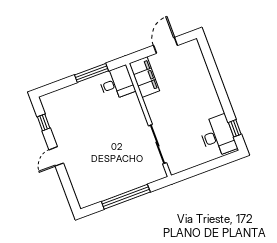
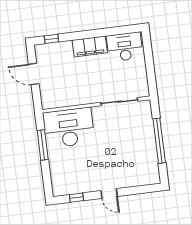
filing cabinet: (144, 77) -> (90, 46), moved, turned 180
desk: (117, 83) -> (69, 128), width x1.87, depth x1.30
window: (235, 128) -> (51, 39), moved

